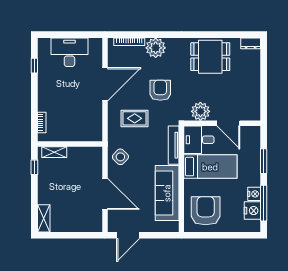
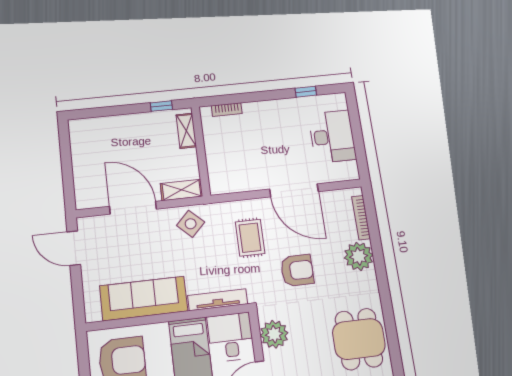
door: (105, 194) -> (133, 208), swing flipped
shelving: (44, 218) -> (181, 190), moved

